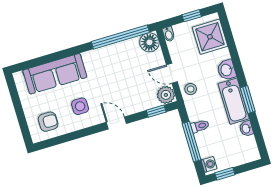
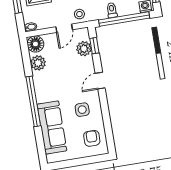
window: (120, 37) -> (33, 101), moved
plant: (128, 48) -> (38, 63), added
plant: (166, 95) -> (84, 49), moved
window: (191, 142) -> (124, 19), width x1.46

